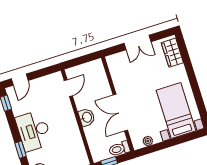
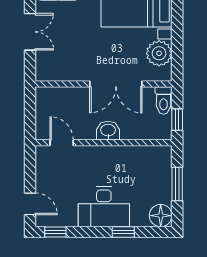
plant: (148, 141) -> (159, 53), width x1.88, depth x1.88

